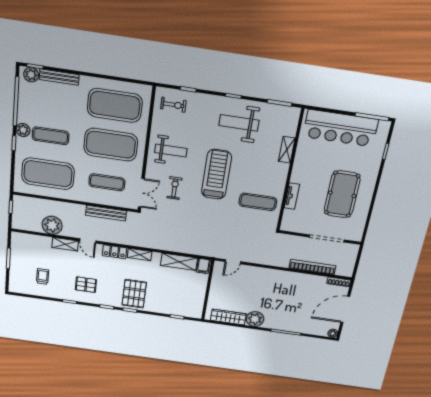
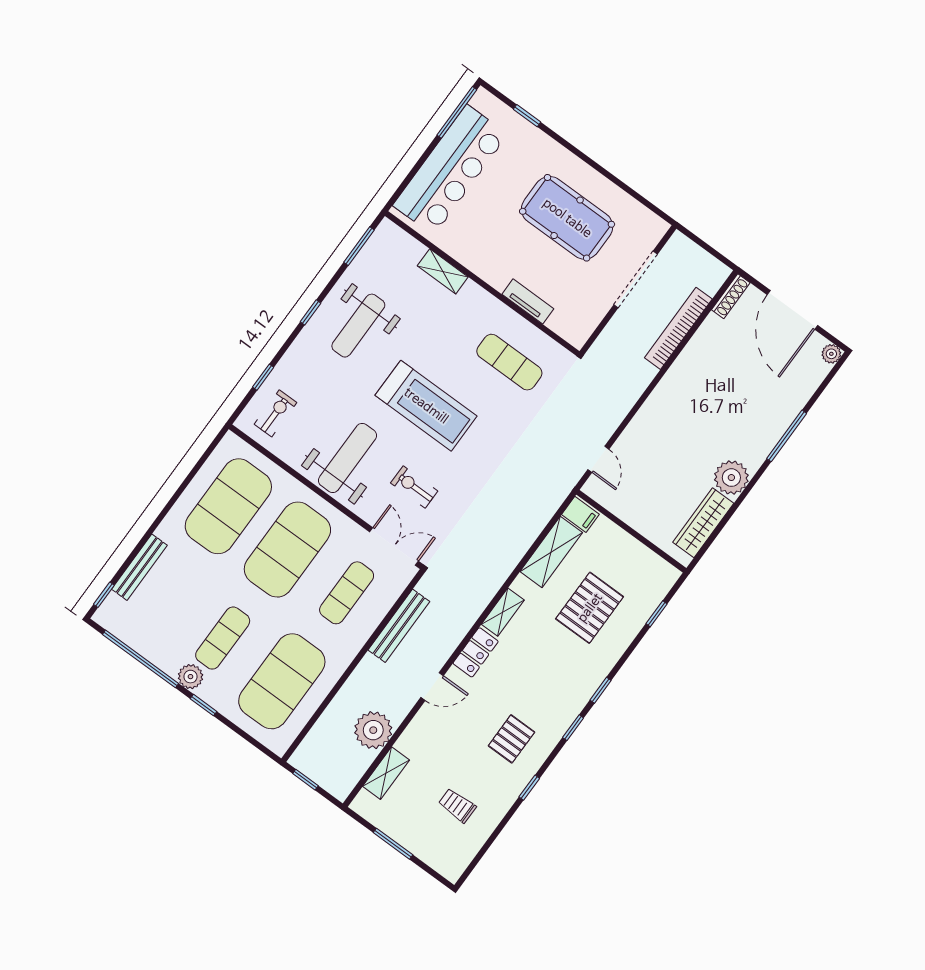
plant: (31, 75) -> (113, 609), removed
weight bench: (171, 151) -> (347, 458), width x1.36, depth x1.33
treadmill: (216, 174) -> (426, 406), turned 180
exercise mat: (258, 202) -> (509, 362), turned 90
shelving: (65, 244) -> (386, 773), moved
pallet: (134, 294) -> (590, 608), moved, turned 90

